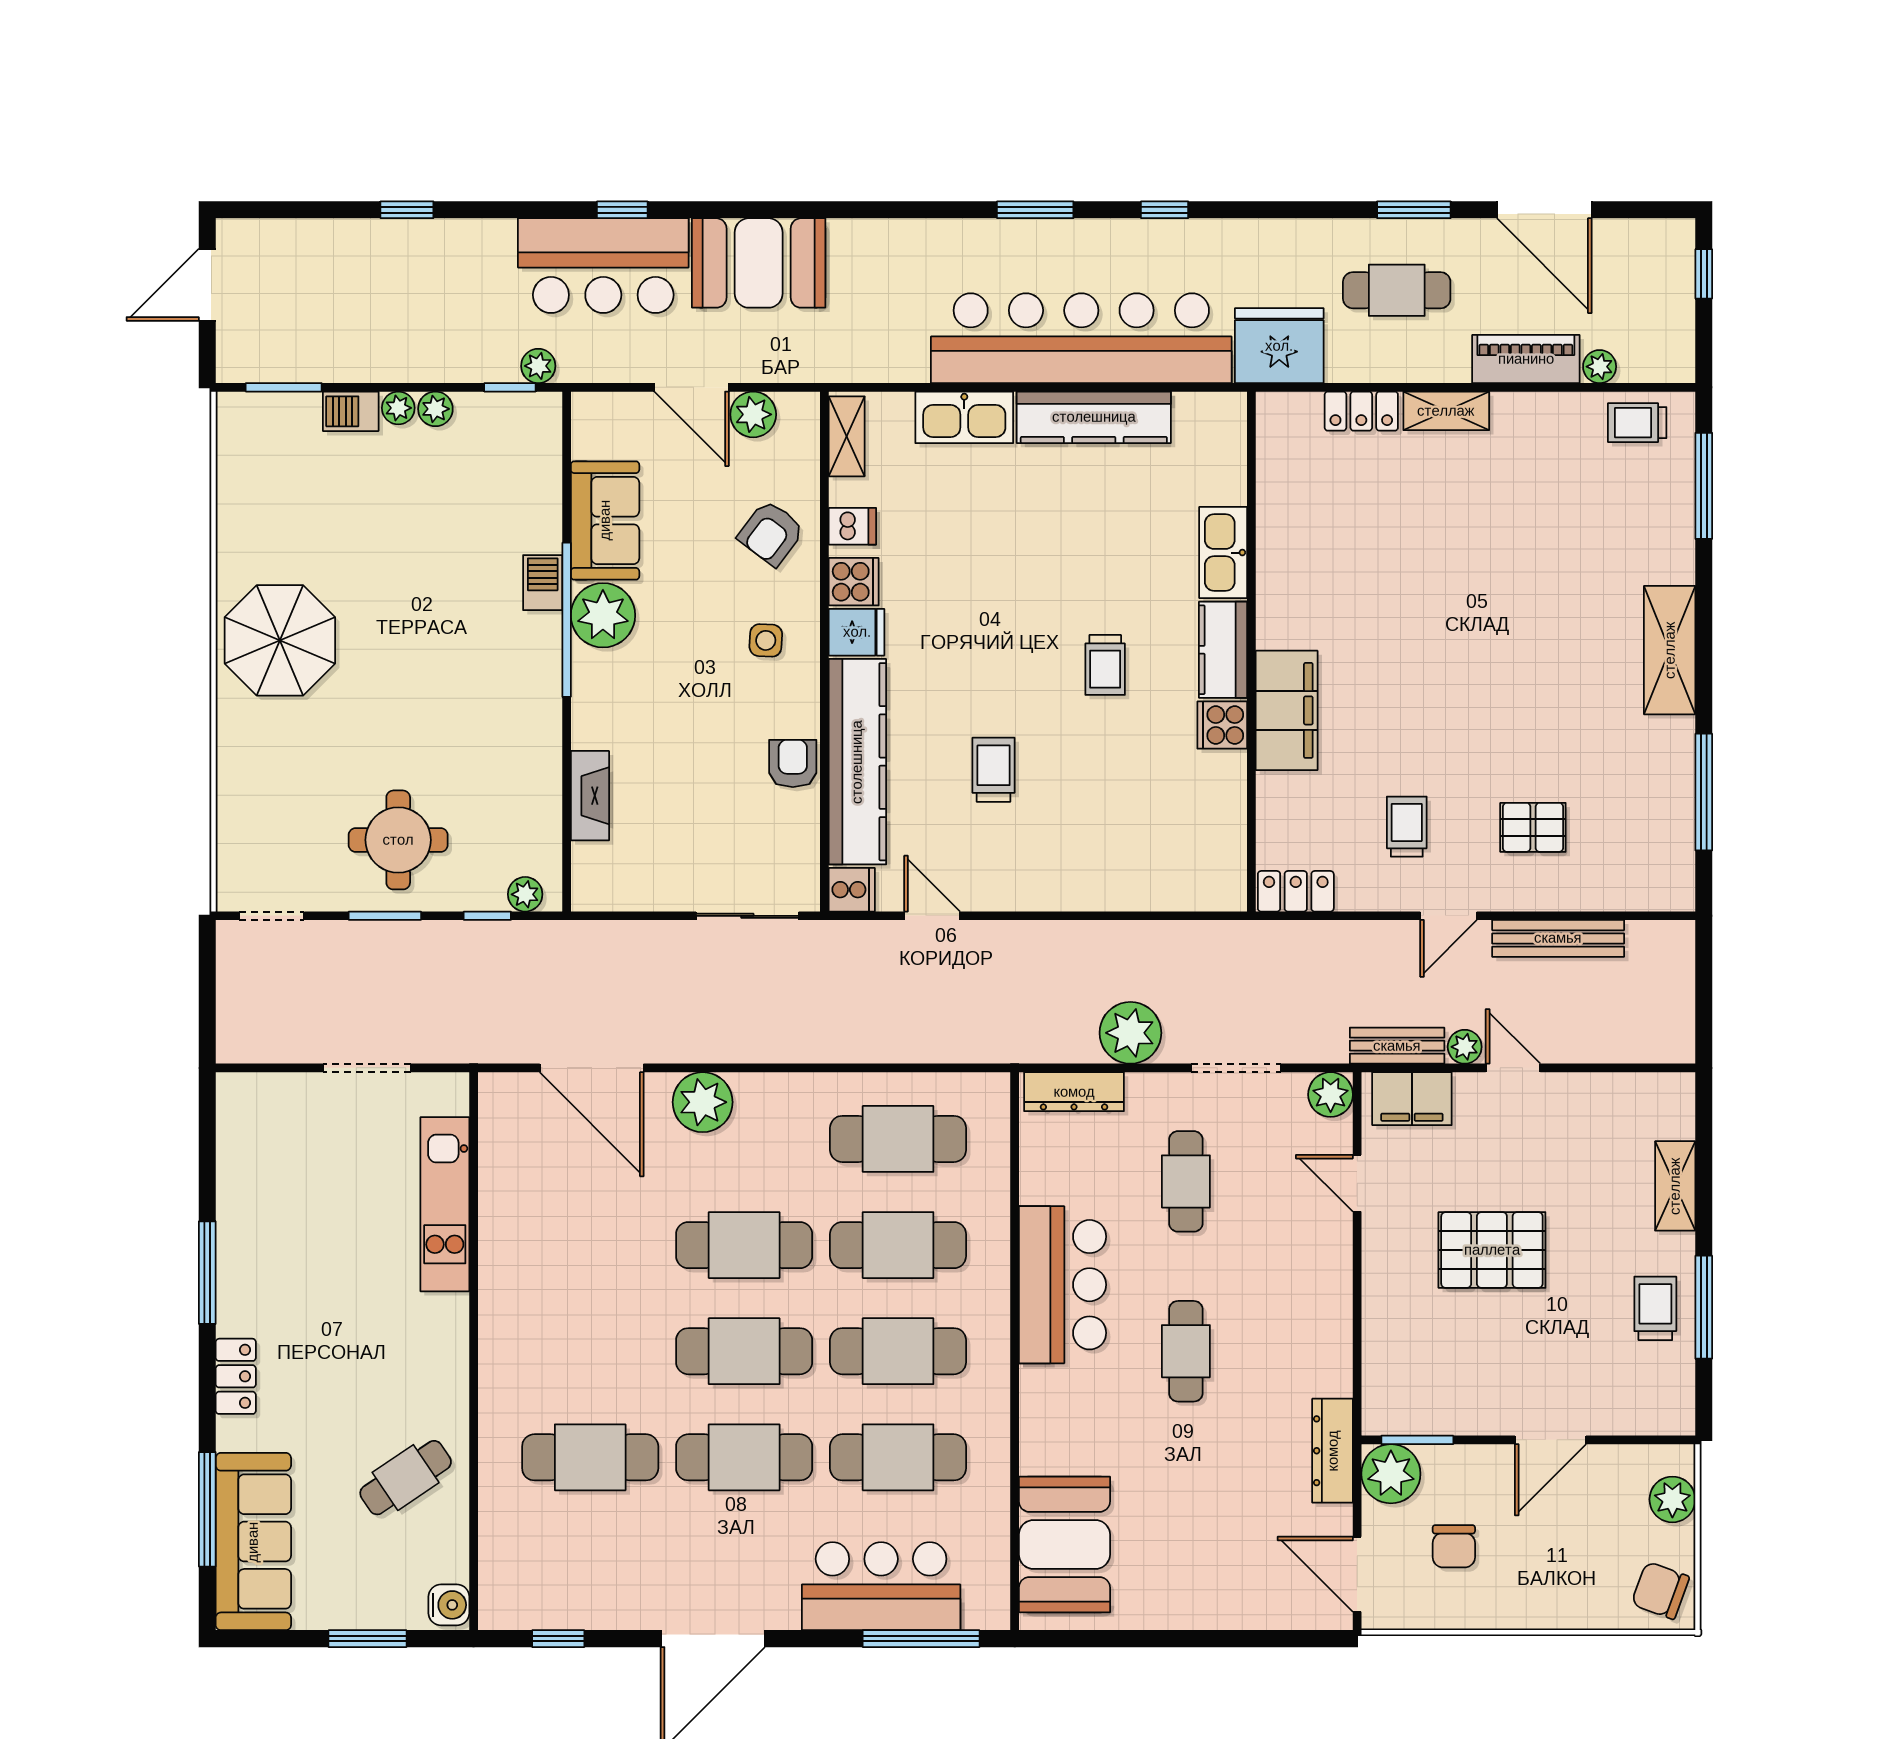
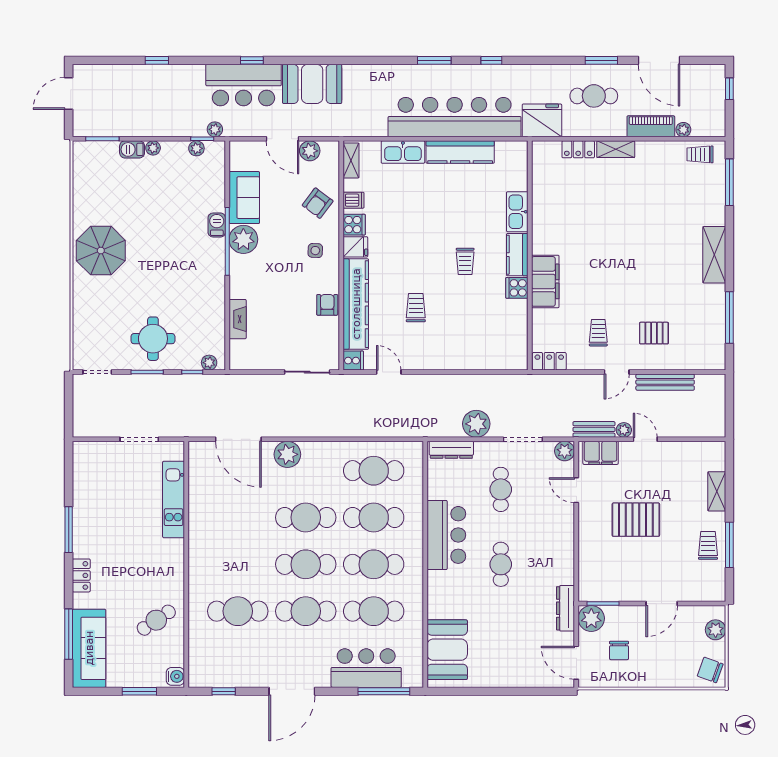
plant: (435, 409) -> (196, 148), moved

